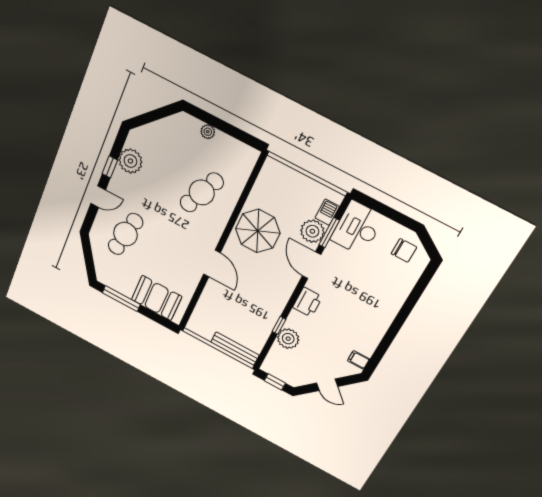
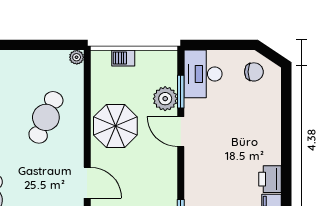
plant: (208, 132) -> (77, 57), moved
barbecue: (327, 212) -> (123, 58), moved, turned -90
printer: (308, 302) -> (270, 179), moved, turned 180

